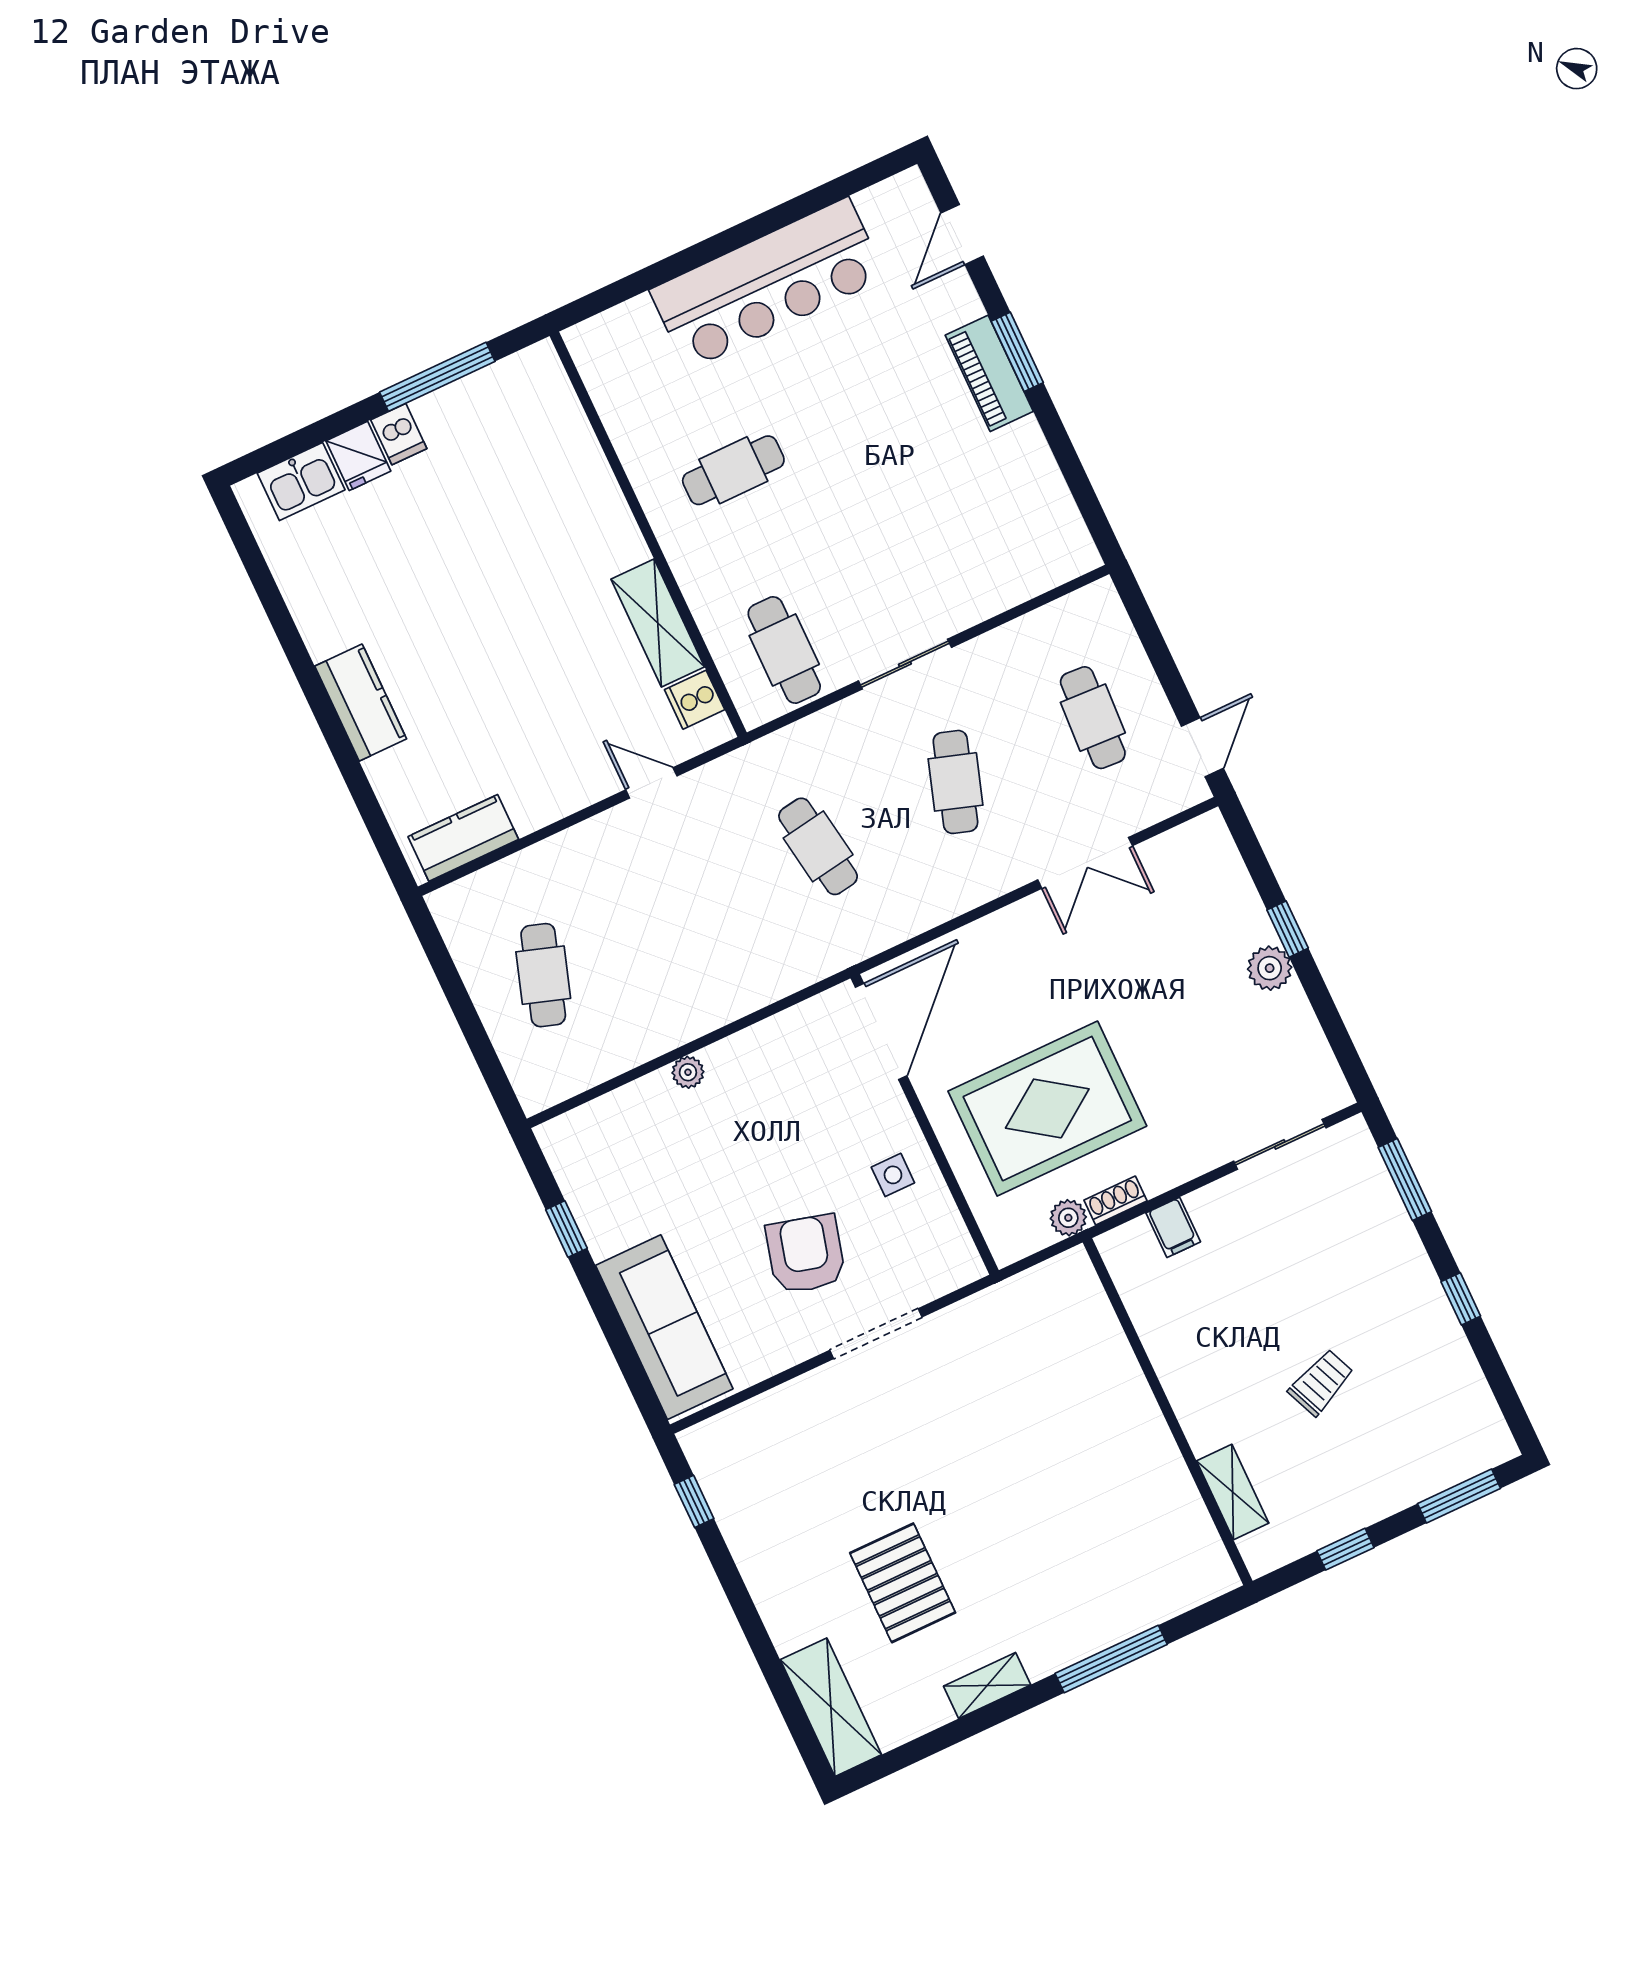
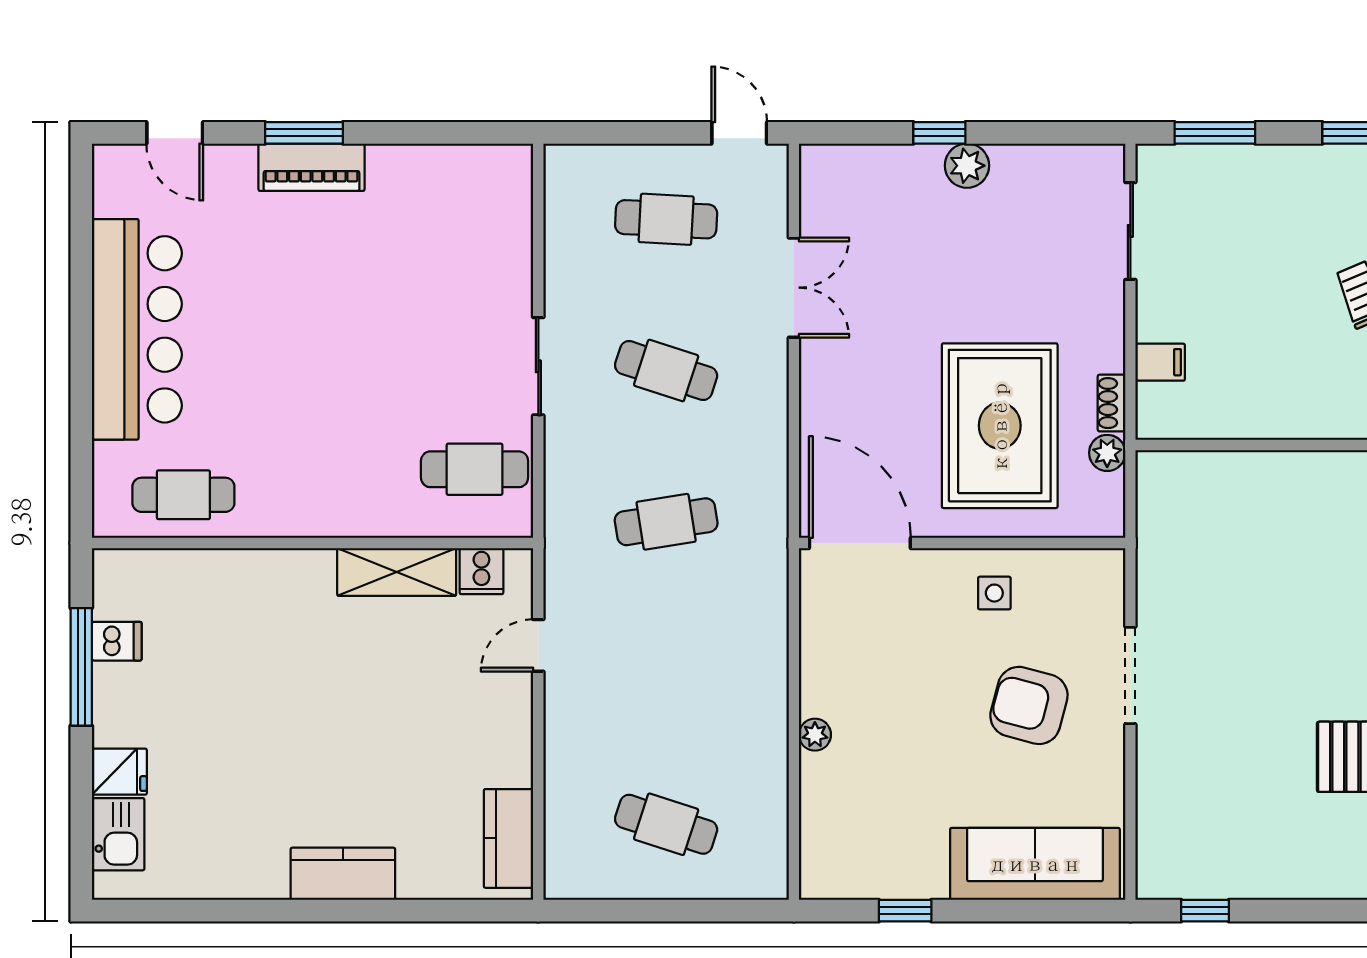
dishwasher: (399, 434) -> (117, 641), moved
cafe table: (733, 470) -> (183, 495), moved, turned 90

